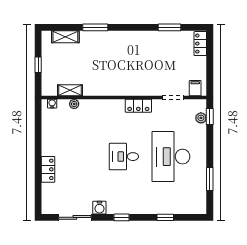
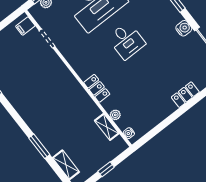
locker: (138, 106) -> (97, 88), moved

